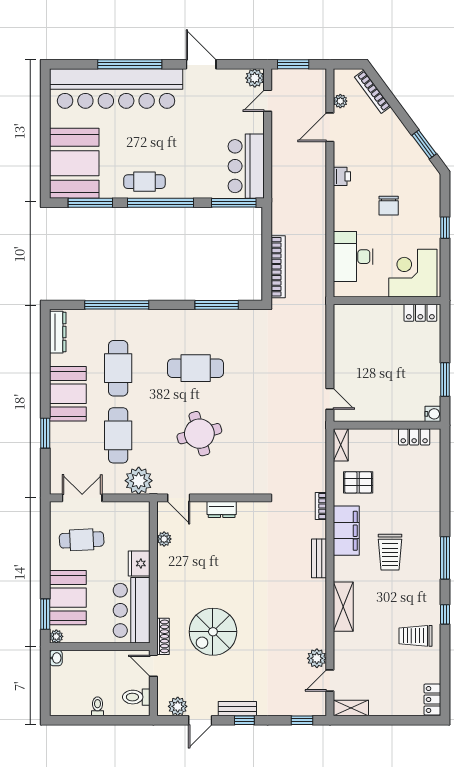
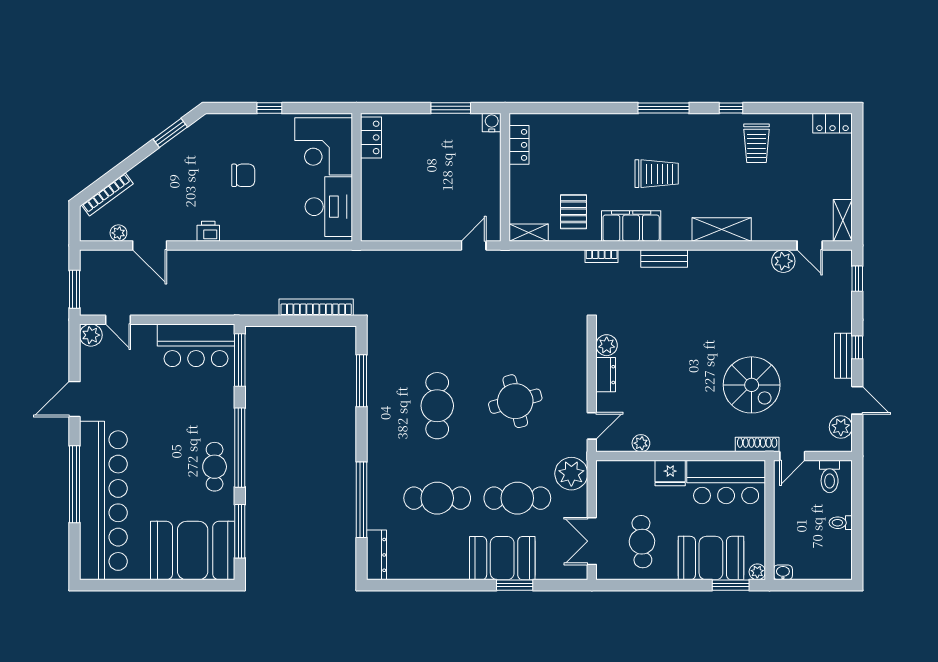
desk: (353, 257) -> (329, 207), moved, turned -90
dresser: (58, 332) -> (377, 555), moved, turned 90
booth: (68, 394) -> (502, 558), moved
plant: (246, 510) -> (607, 345), added

